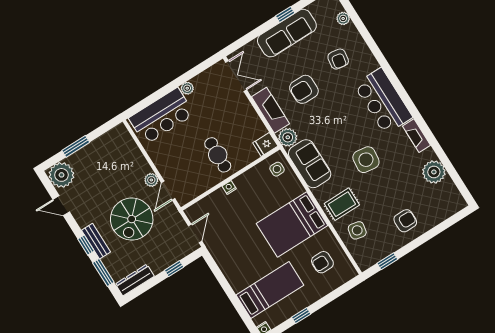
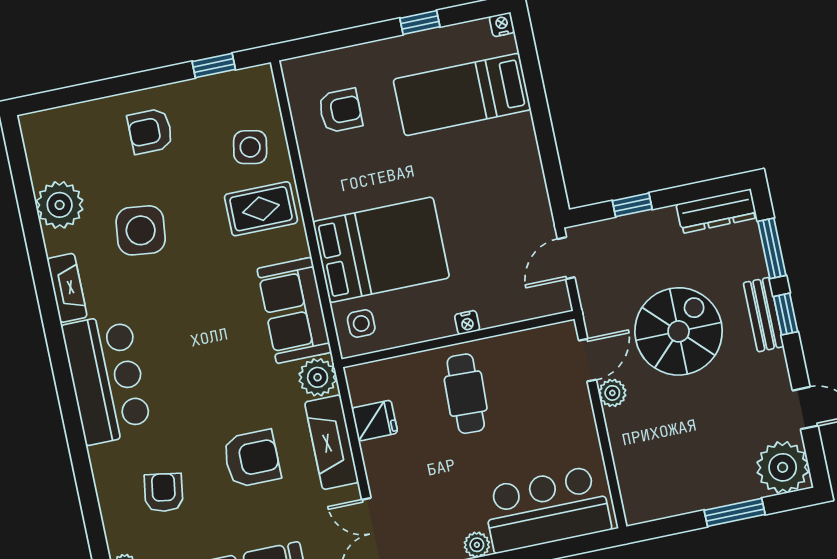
fridge: (265, 144) -> (375, 421), moved
side table: (366, 160) -> (141, 230), moved
bed: (292, 224) -> (381, 250), moved

